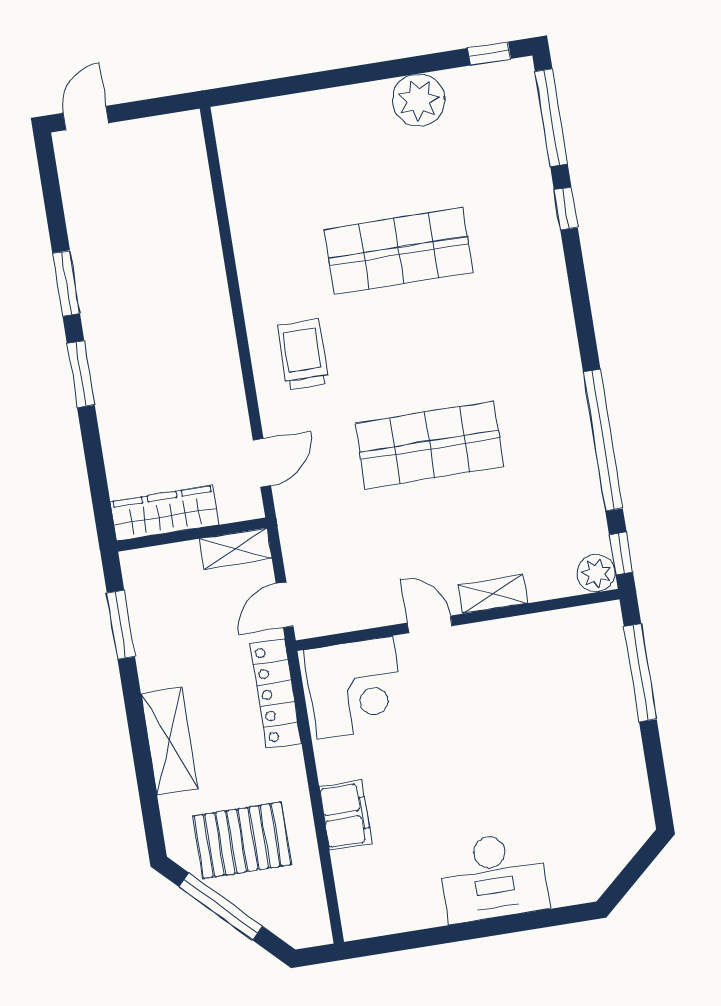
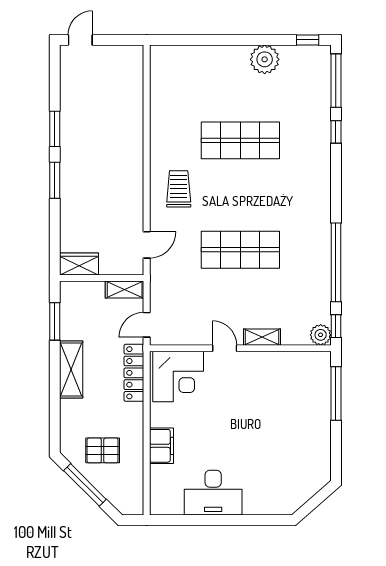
wardrobe: (164, 513) -> (79, 264), width x0.67
shelving: (169, 741) -> (71, 370), moved
pallet: (242, 840) -> (103, 450), width x0.67, depth x0.71
desk: (493, 877) -> (213, 493), moved

